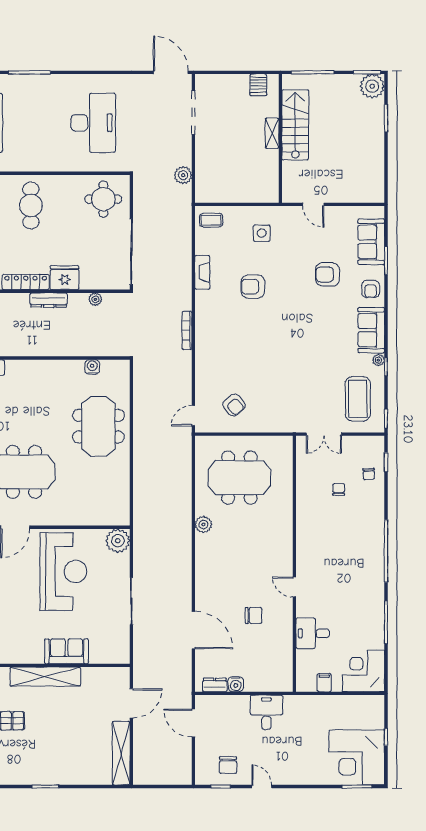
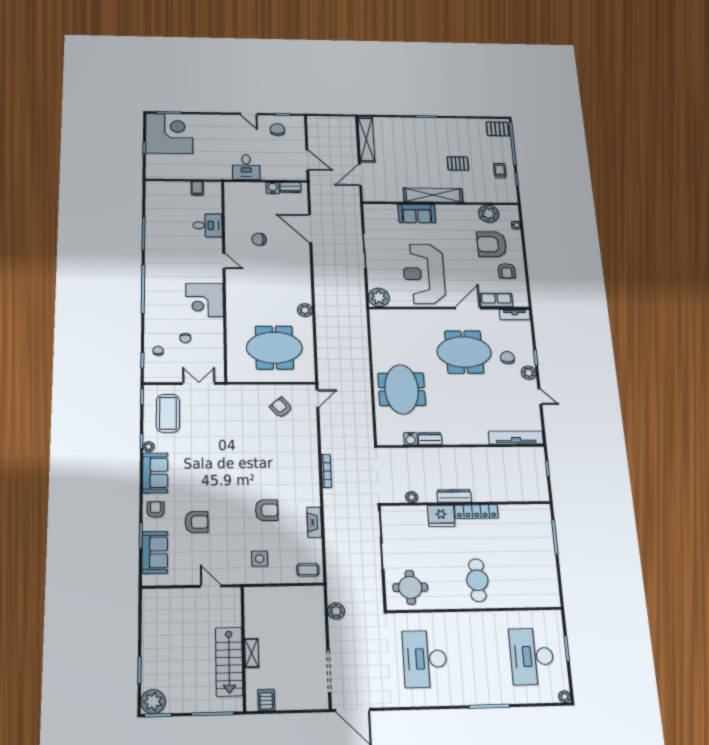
dresser: (71, 367) -> (430, 439), added
corner desk: (363, 671) -> (204, 300), moved, turned 90

